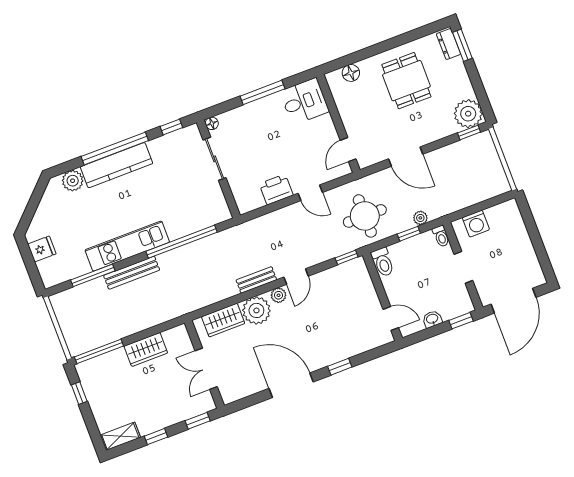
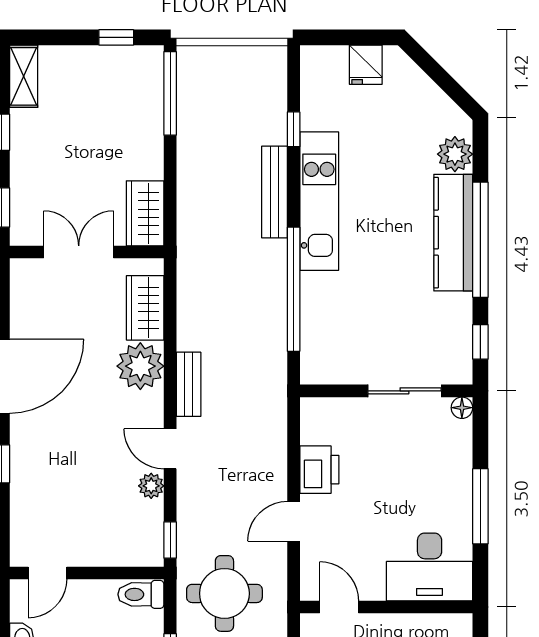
desk: (304, 101) -> (430, 567), width x1.37
window: (93, 275) -> (294, 129), width x0.46
plant: (279, 295) -> (151, 486), moved
wardrobe: (146, 349) -> (145, 213), moved

